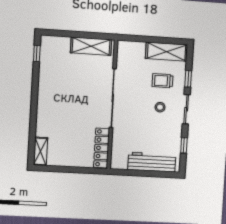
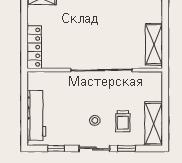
trolley: (162, 81) -> (123, 121), turned 180
locker: (102, 148) -> (34, 47), moved, turned 90

